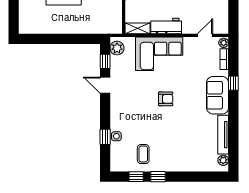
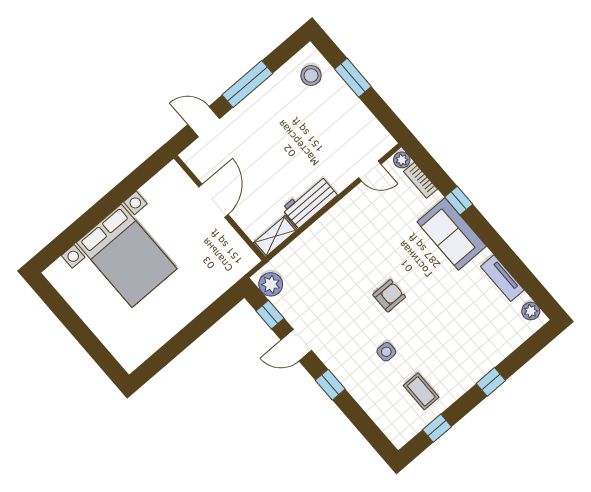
door: (205, 35) -> (370, 171), swing flipped
corner sofa: (159, 54) -> (331, 245), removed
tv unit: (223, 135) -> (502, 278), width x0.71
side table: (116, 136) -> (386, 352), moved
window: (105, 137) -> (330, 385), moved
window: (158, 177) -> (491, 382), moved

